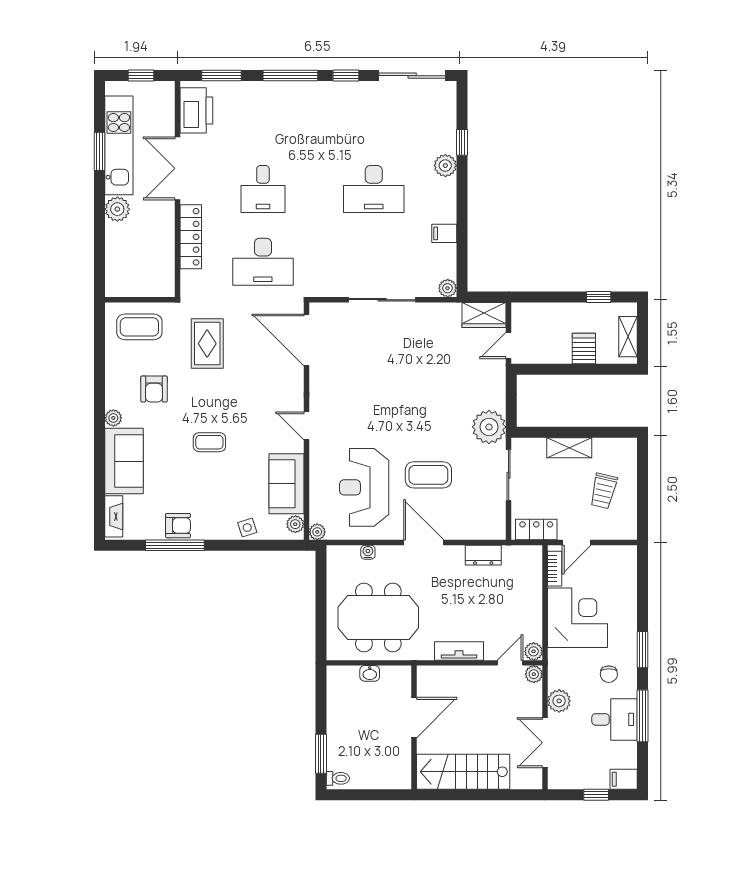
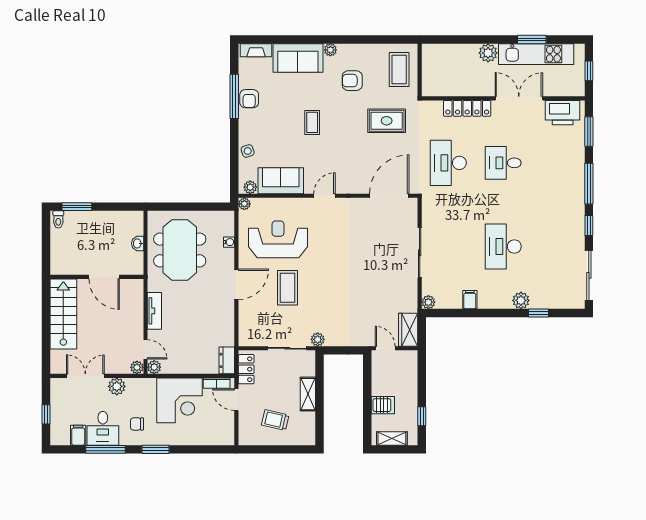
plant: (489, 427) -> (318, 339), width x0.53, depth x0.53
dresser: (483, 555) -> (227, 360), moved
filing cabinet: (624, 779) -> (78, 435), moved

